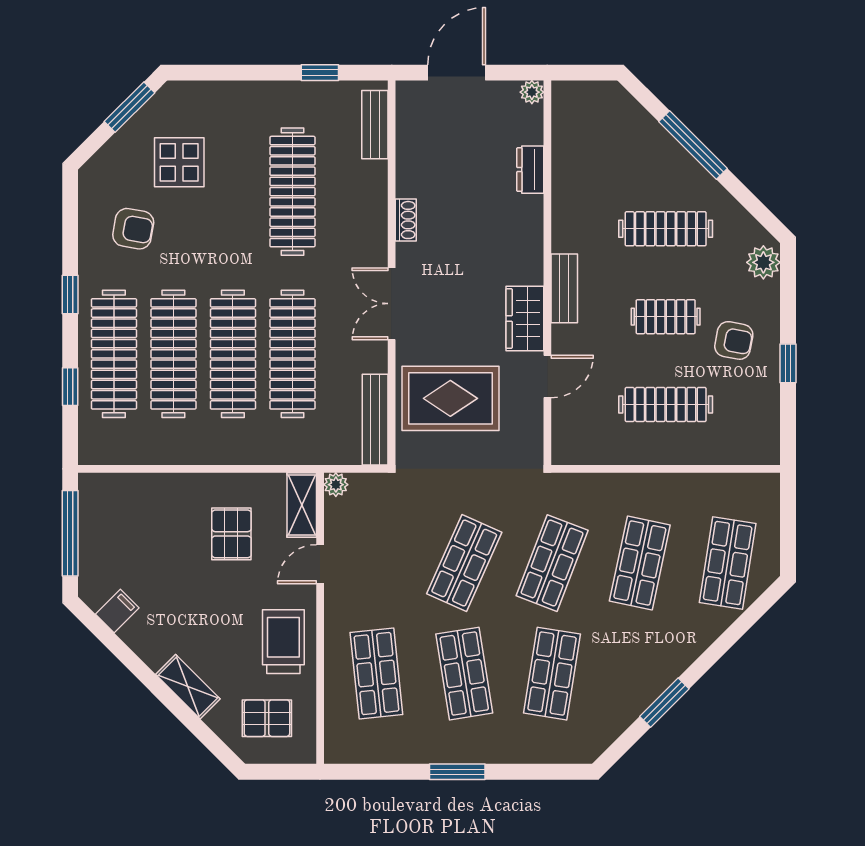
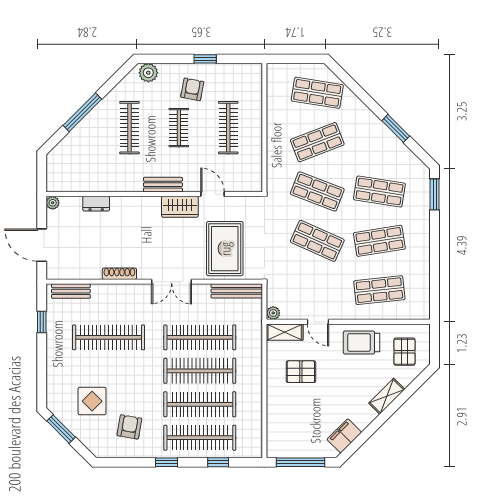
shoe rack: (406, 220) -> (119, 274), width x1.43
shop shelf: (640, 563) -> (317, 142), turned -33
filing cabinet: (117, 611) -> (344, 436), width x2.00
window: (457, 772) -> (435, 194), moved

